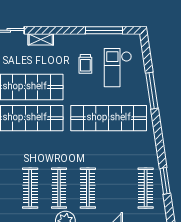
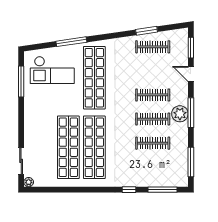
shelving: (41, 39) -> (29, 134), removed
trolley: (85, 64) -> (49, 97), removed
checkout: (118, 68) -> (52, 70), width x1.36, depth x1.21

